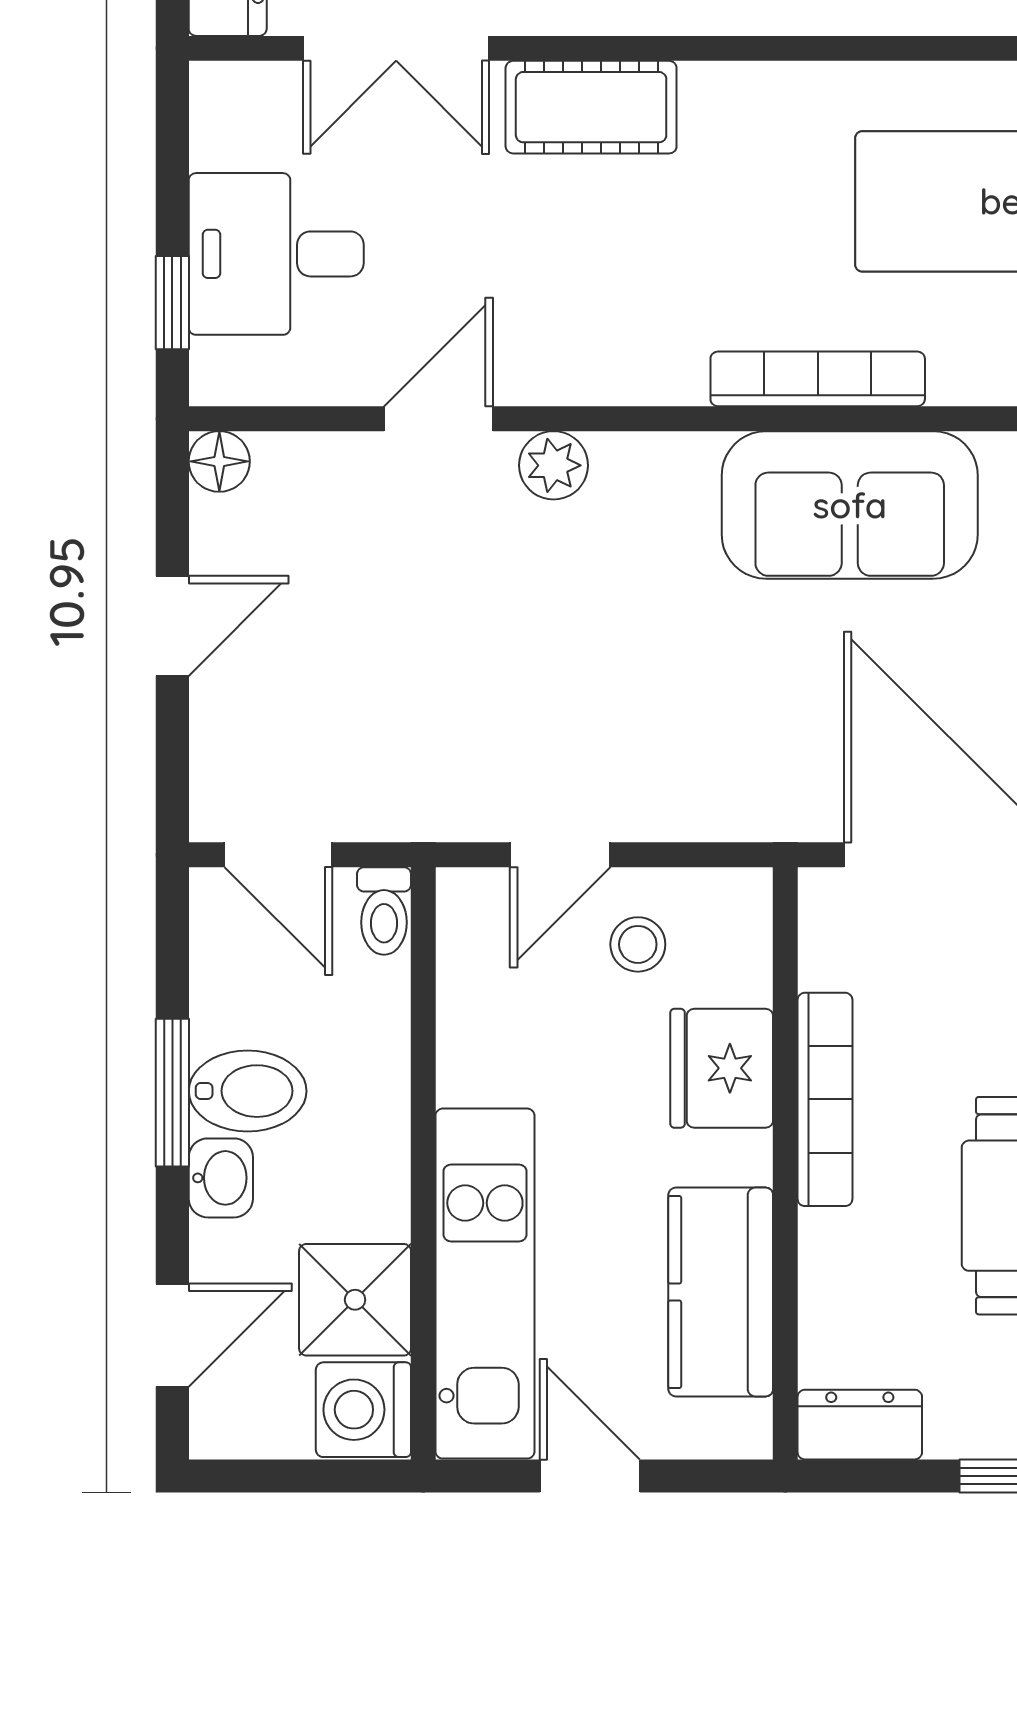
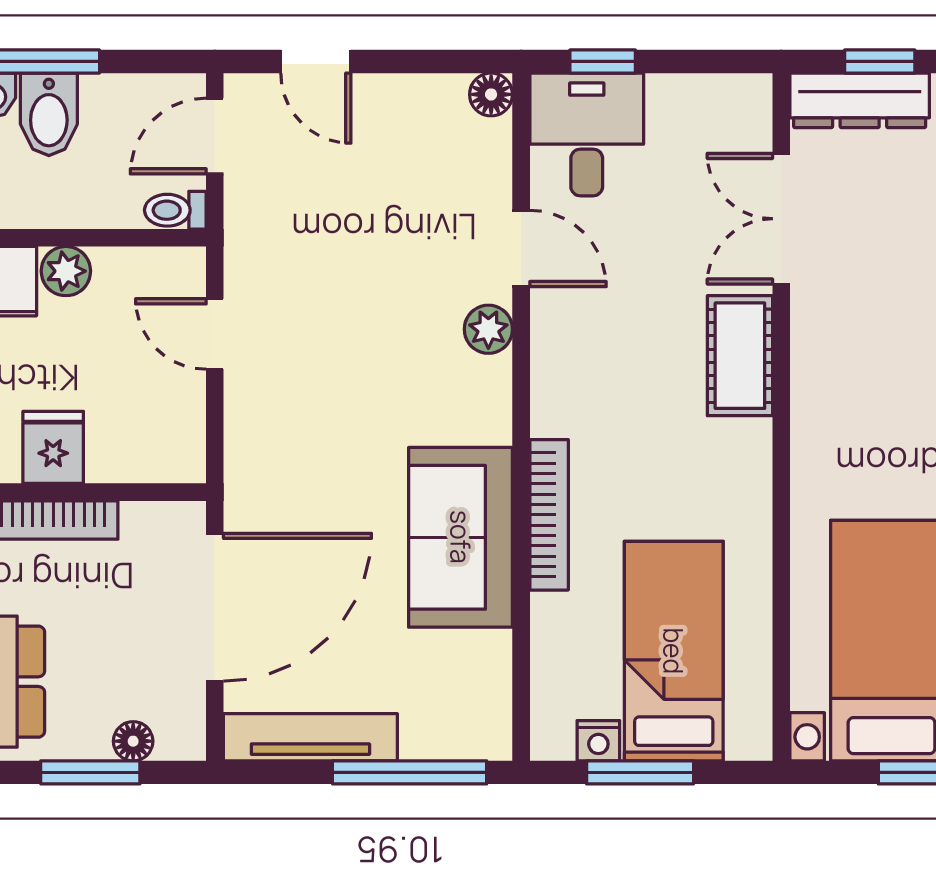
desk: (276, 254) -> (587, 134), moved
door: (172, 626) -> (316, 61), moved
stool: (638, 944) -> (152, 389), removed
plant: (471, 1067) -> (66, 271), added
fridge: (722, 1068) -> (53, 447), width x0.72

